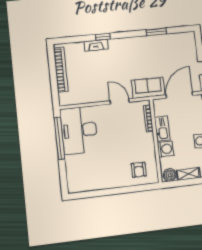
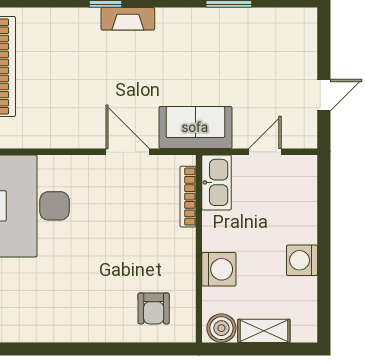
fireplace: (96, 45) -> (128, 19), moved
door: (179, 95) -> (265, 152), width x0.53
kitchen sink: (162, 128) -> (217, 182), moved

